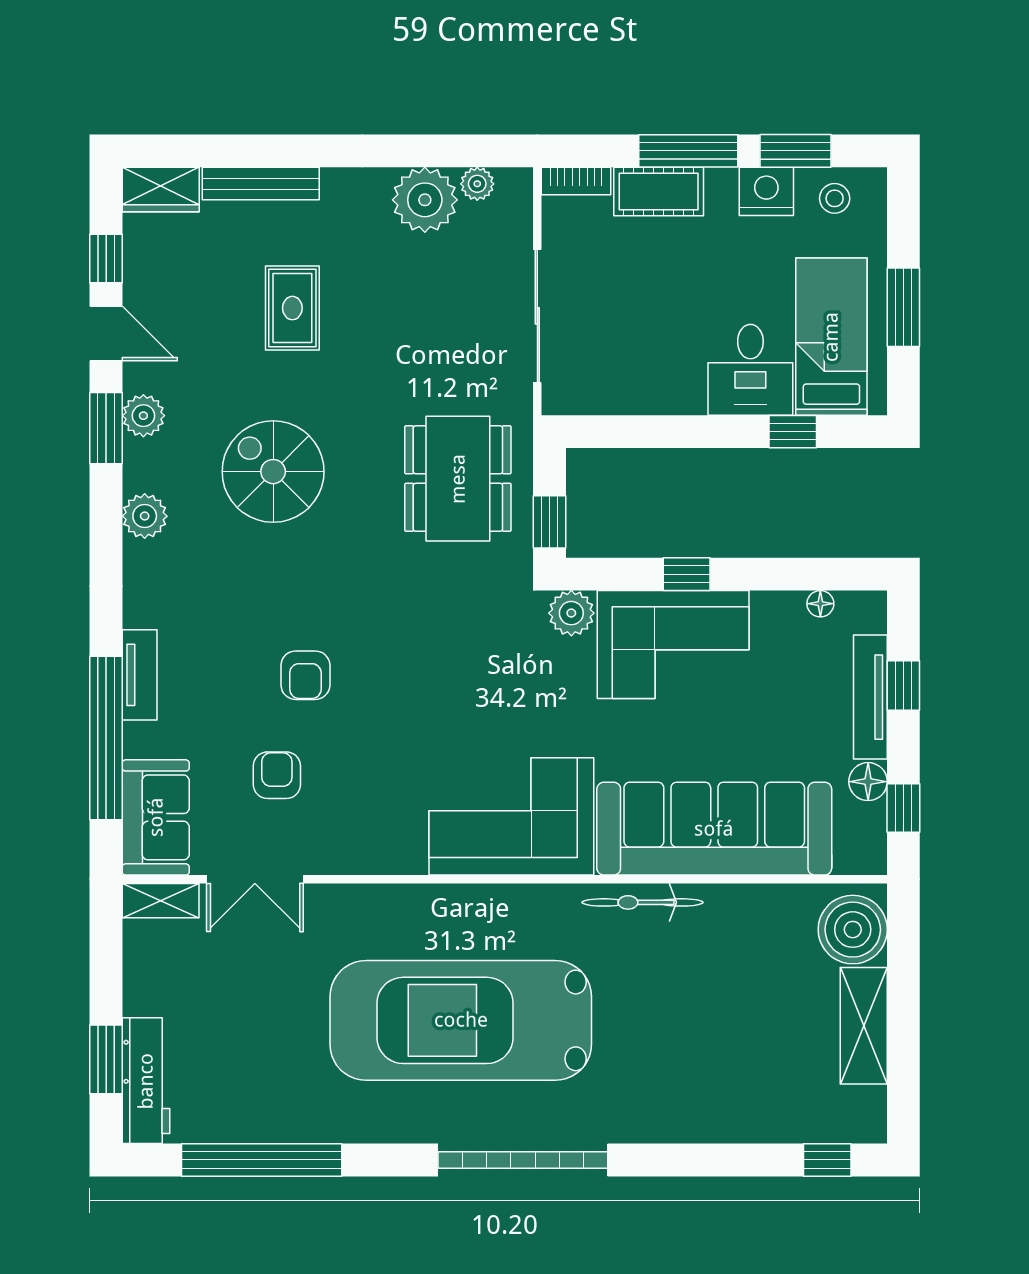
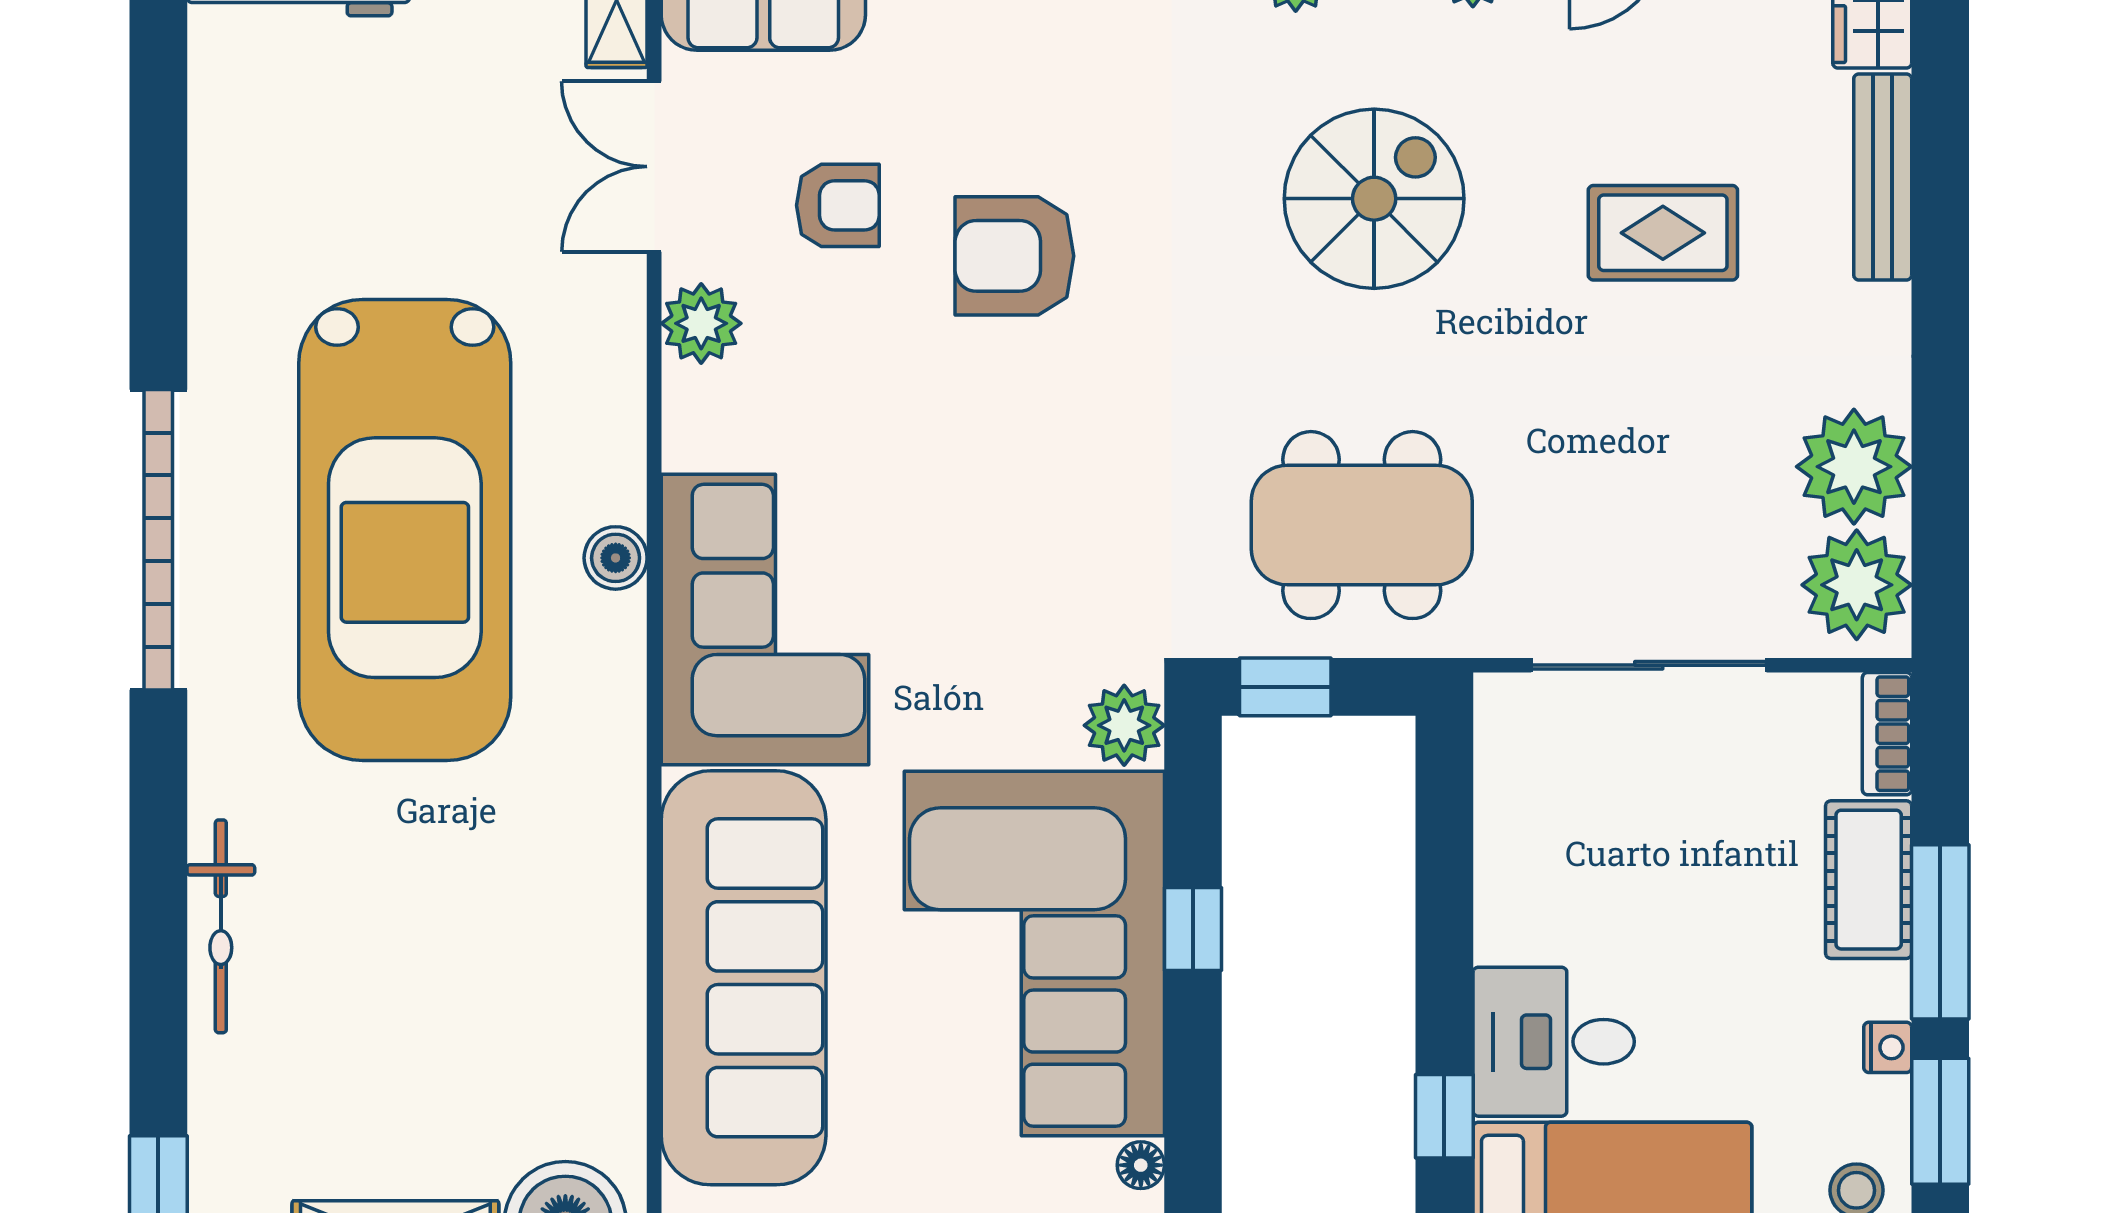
plant: (477, 184) -> (1857, 585), width x1.88, depth x1.88
nightstand: (766, 191) -> (1888, 1047), width x0.53, depth x0.56
corner sofa: (673, 644) -> (1034, 954), width x1.36, depth x1.36
armchair: (305, 675) -> (1014, 256), width x1.38, depth x1.38
plant: (344, 853) -> (701, 323), added
boiler: (477, 901) -> (616, 558), added
bicycle: (642, 902) -> (221, 926), moved, turned 180
car: (461, 1020) -> (405, 530), turned 180
window: (262, 1160) -> (158, 178), removed
garage door: (523, 1160) -> (158, 540), moved

